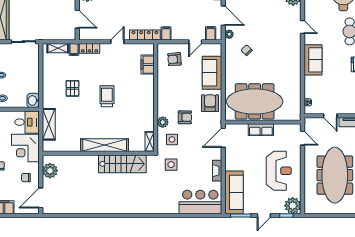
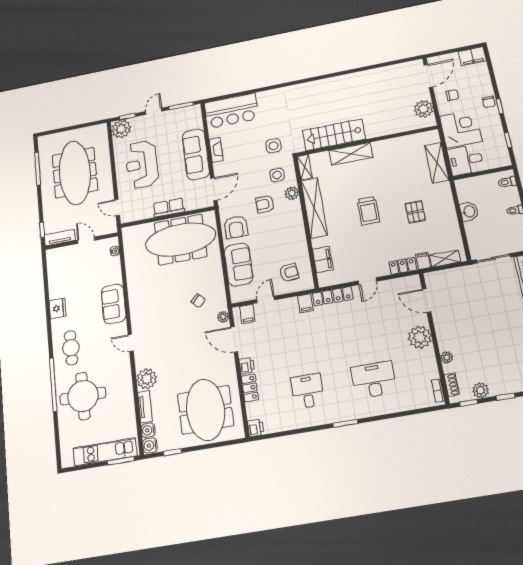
washbasin: (33, 100) -> (469, 211), moved
shelving: (147, 107) -> (314, 208), added
shelving: (105, 145) -> (351, 154), width x0.68
sofa: (234, 192) -> (196, 154), moved

